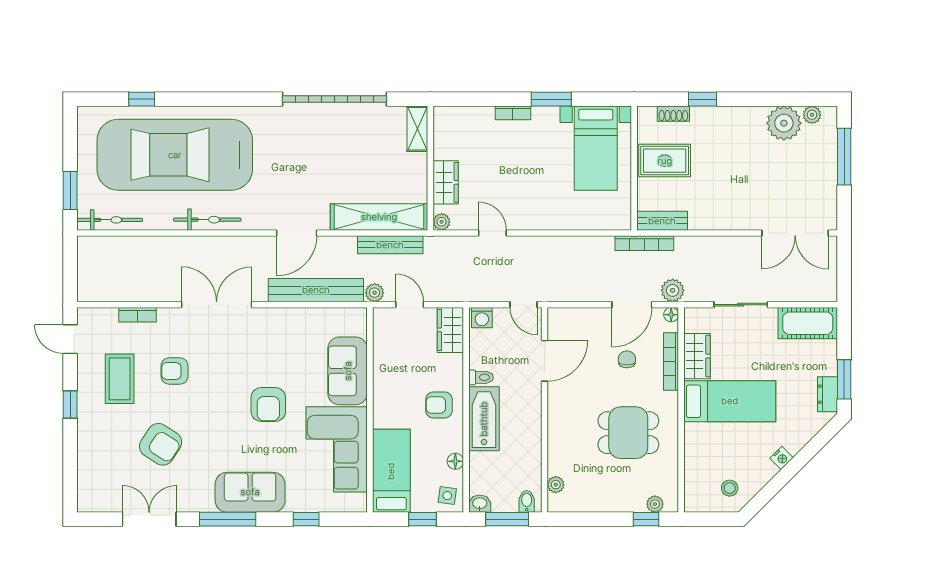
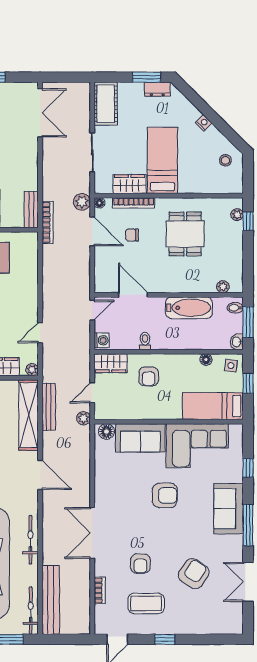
bench: (316, 290) -> (51, 600), moved
floor lamp: (356, 324) -> (106, 432), added
armchair: (439, 405) -> (149, 376), moved
bathtub: (484, 419) -> (189, 308), moved, turned 180

